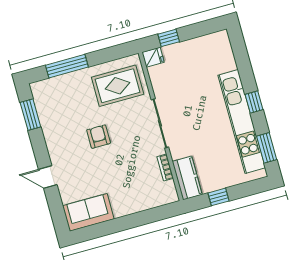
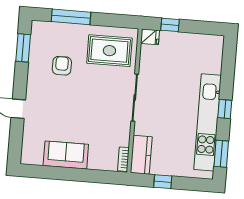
armchair: (99, 137) -> (62, 66), moved
bookcase: (165, 168) -> (123, 159), moved
sofa: (88, 212) -> (66, 155), moved

